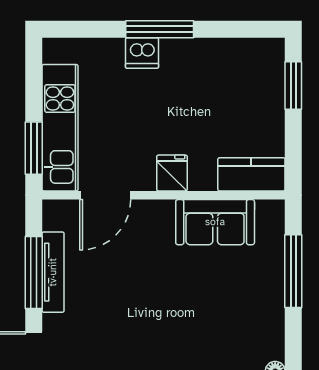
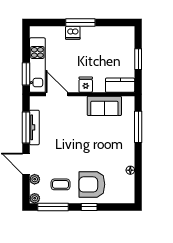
window: (293, 86) -> (138, 59), moved
door: (105, 195) -> (57, 94), swing flipped

